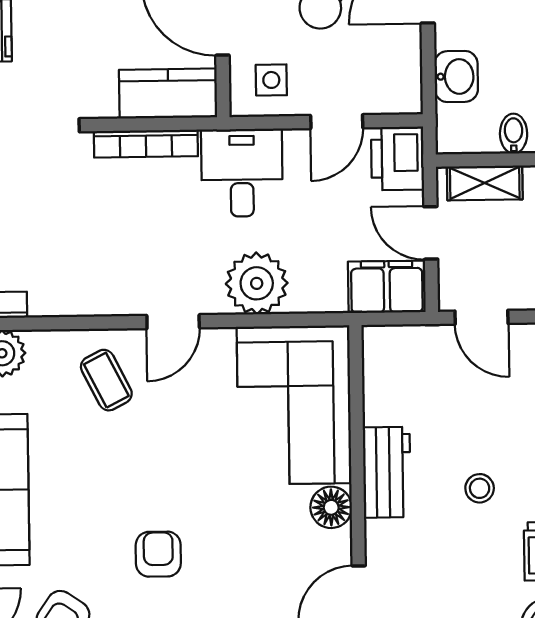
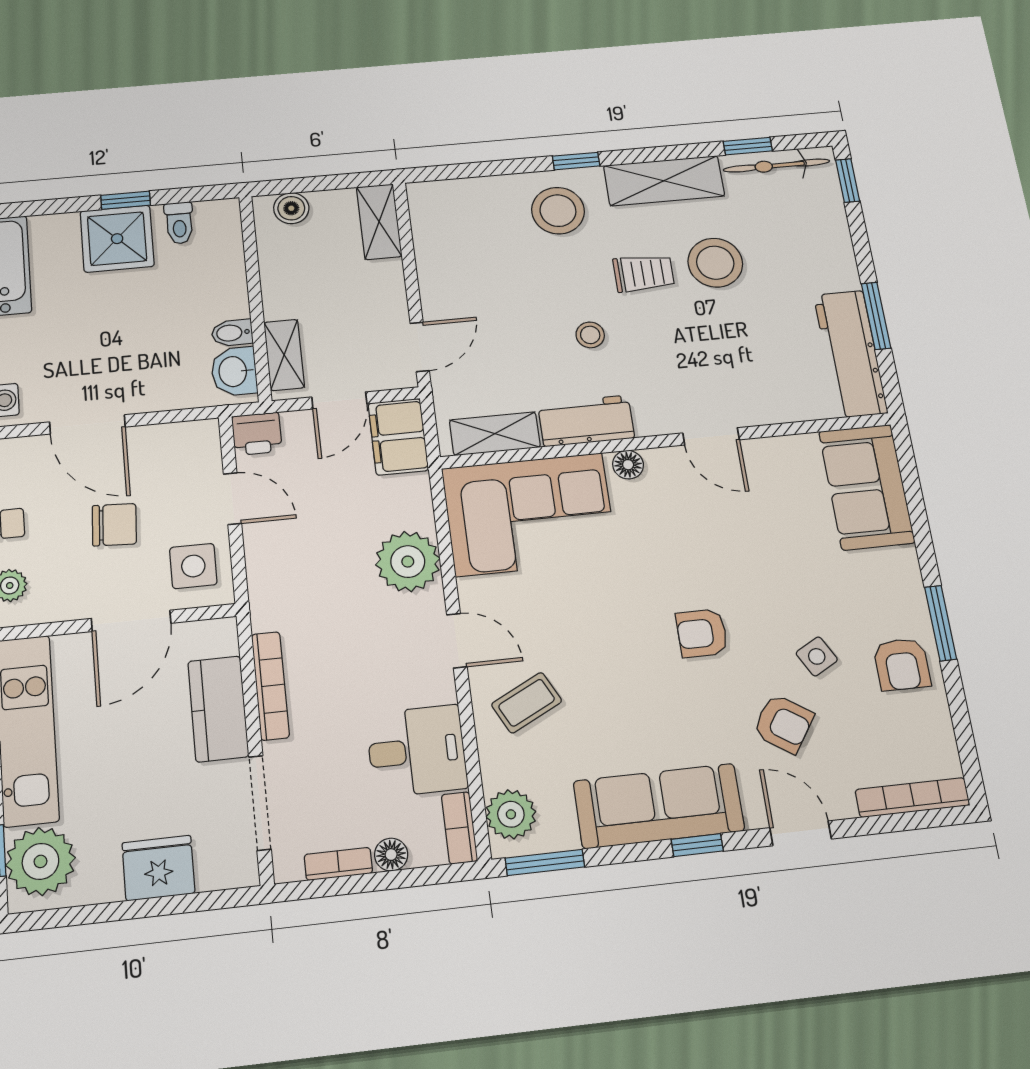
washbasin: (456, 76) -> (234, 371), moved, turned -90
side table: (271, 80) -> (193, 566), width x1.37, depth x1.37
kitchen counter: (168, 94) -> (218, 709), moved
printer: (398, 158) -> (257, 434), width x0.73, depth x0.81
desk: (242, 173) -> (417, 751), moved, turned 180
shelving: (381, 381) -> (495, 434), added
floor lamp: (331, 507) -> (628, 465), width x0.73, depth x0.73

